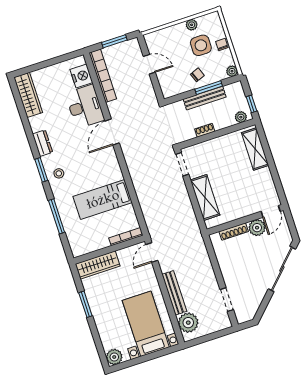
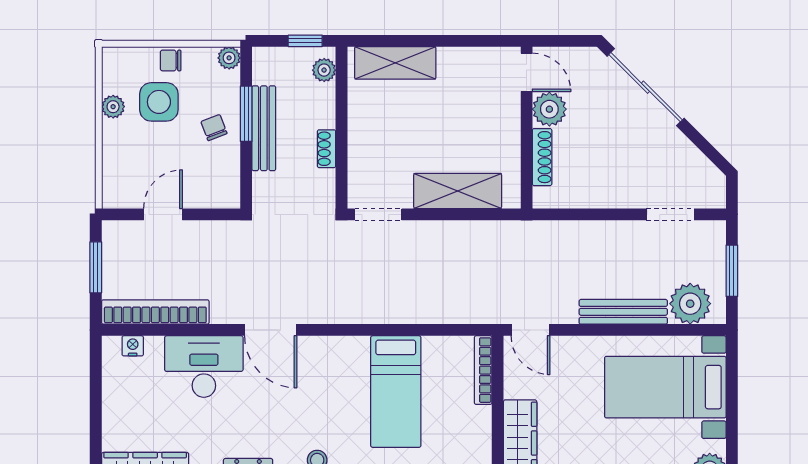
nightstand: (81, 76) -> (133, 346), width x0.53, depth x0.56
window: (210, 337) -> (732, 271), added

